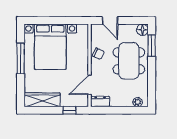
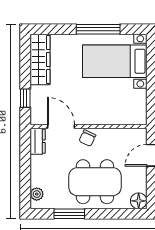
window: (152, 46) -> (69, 214), moved
bed with nightstands: (50, 47) -> (115, 61), width x0.73
chair: (98, 54) -> (87, 138), moved

